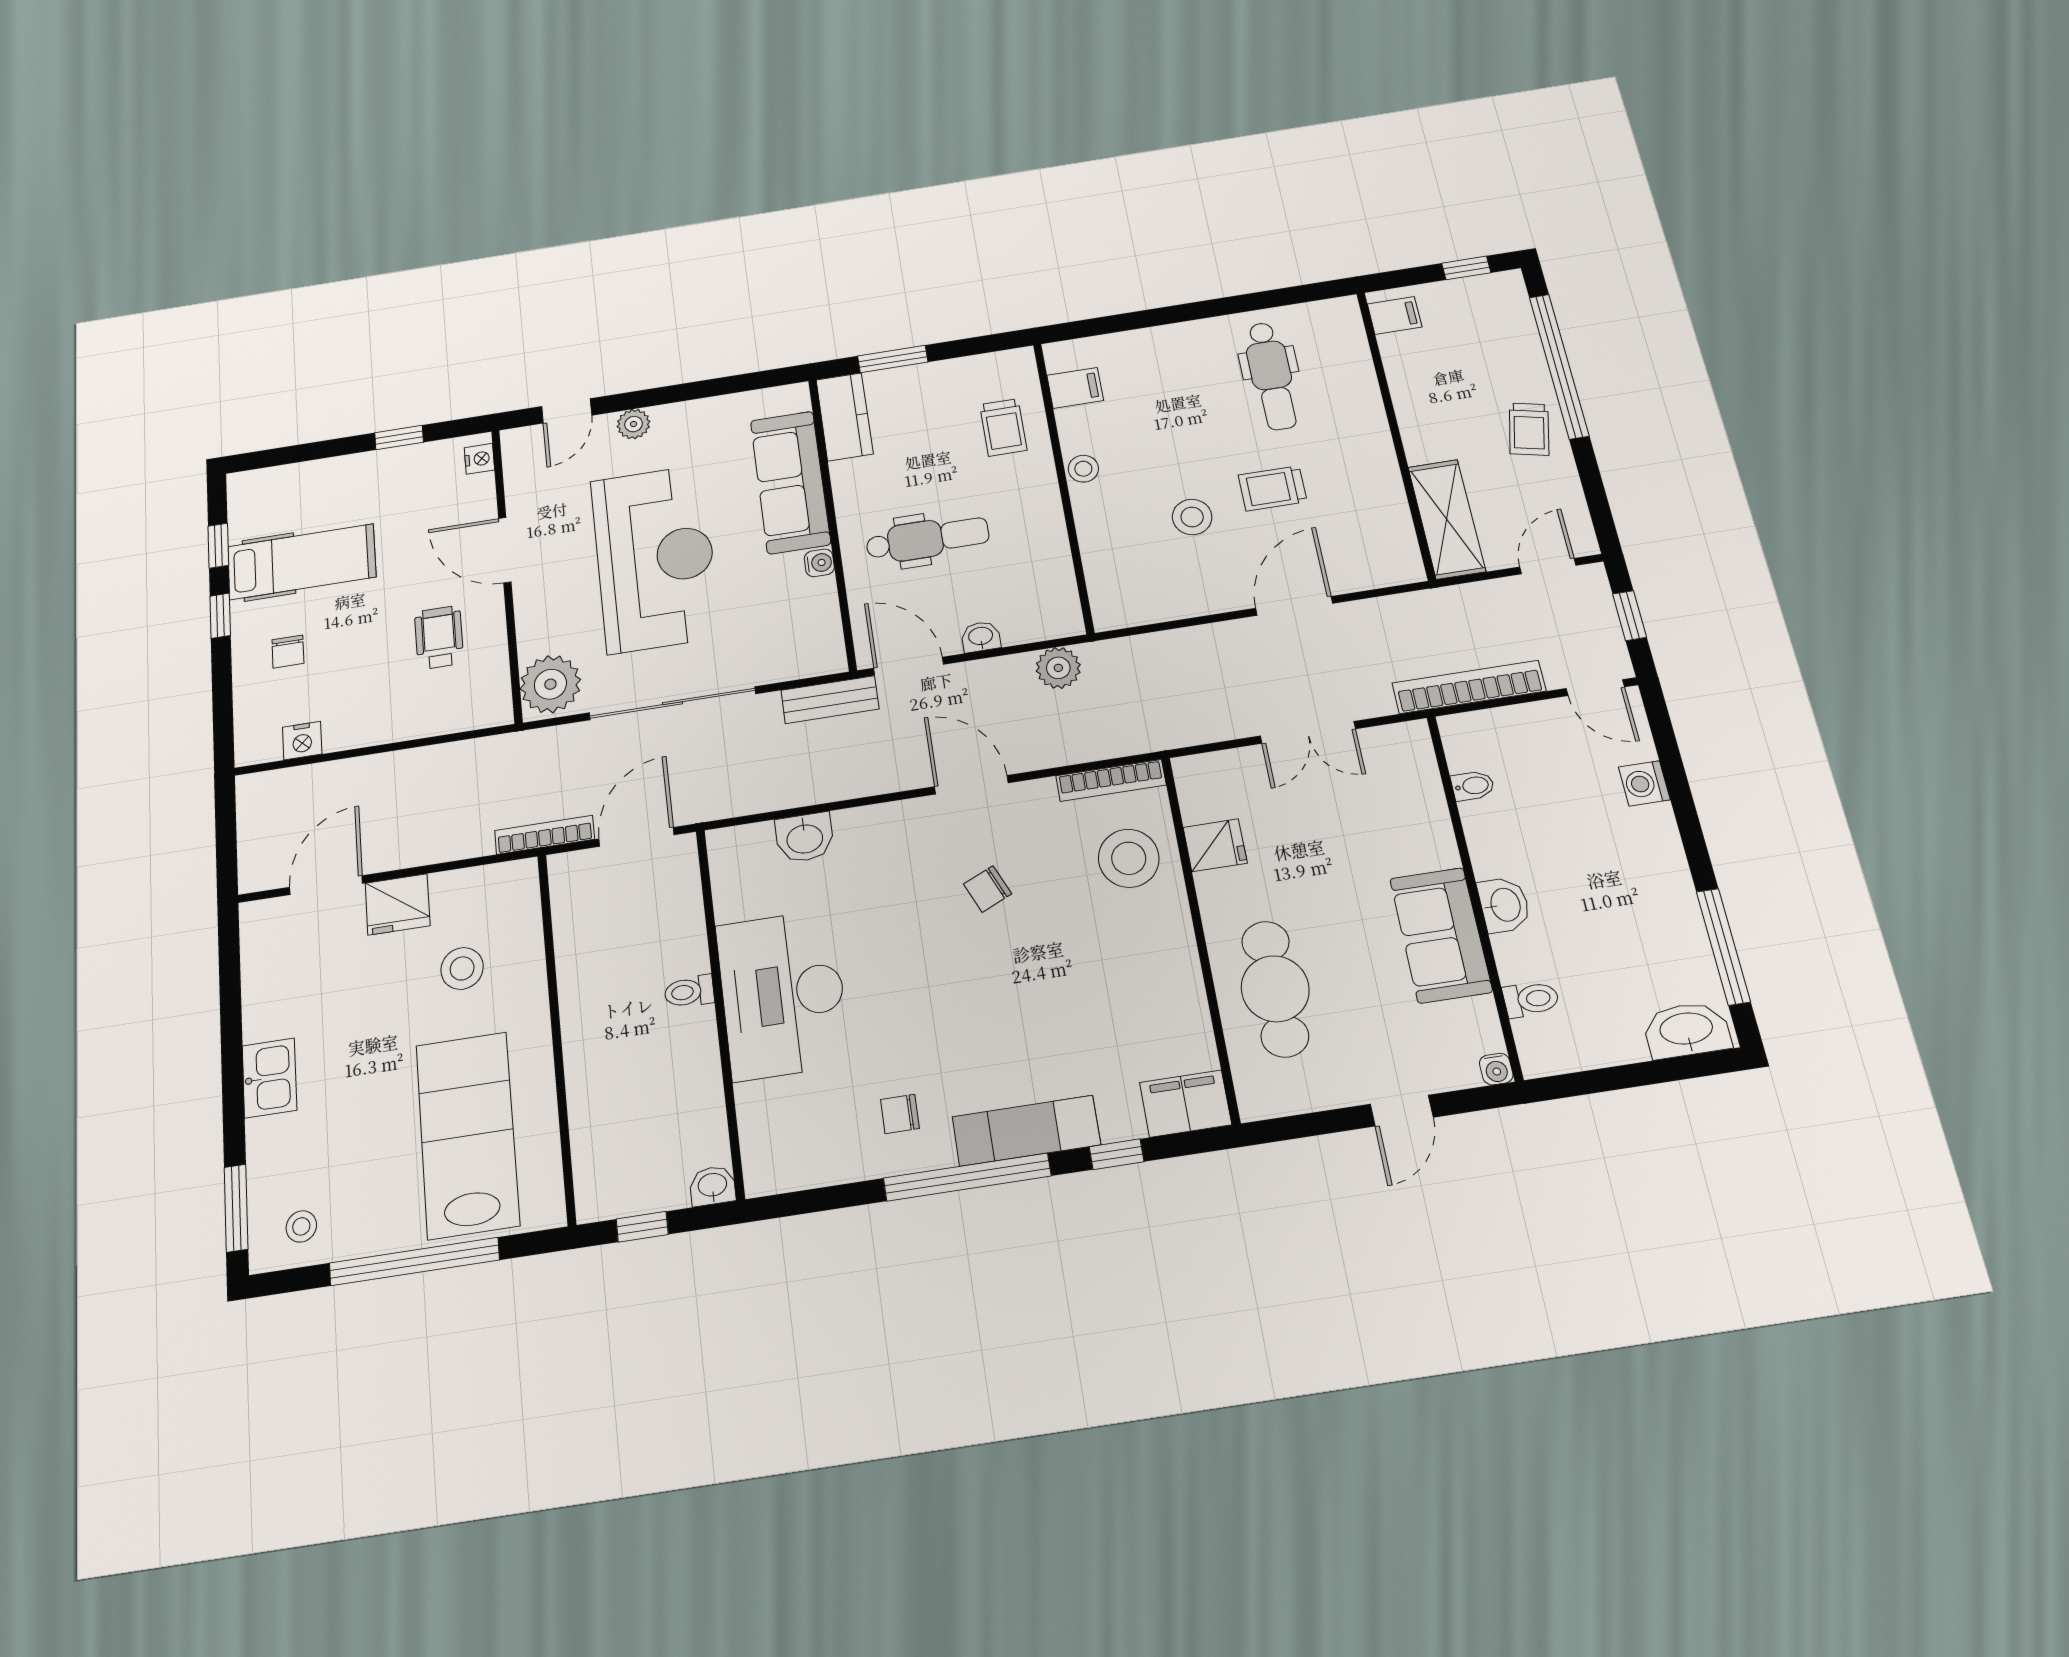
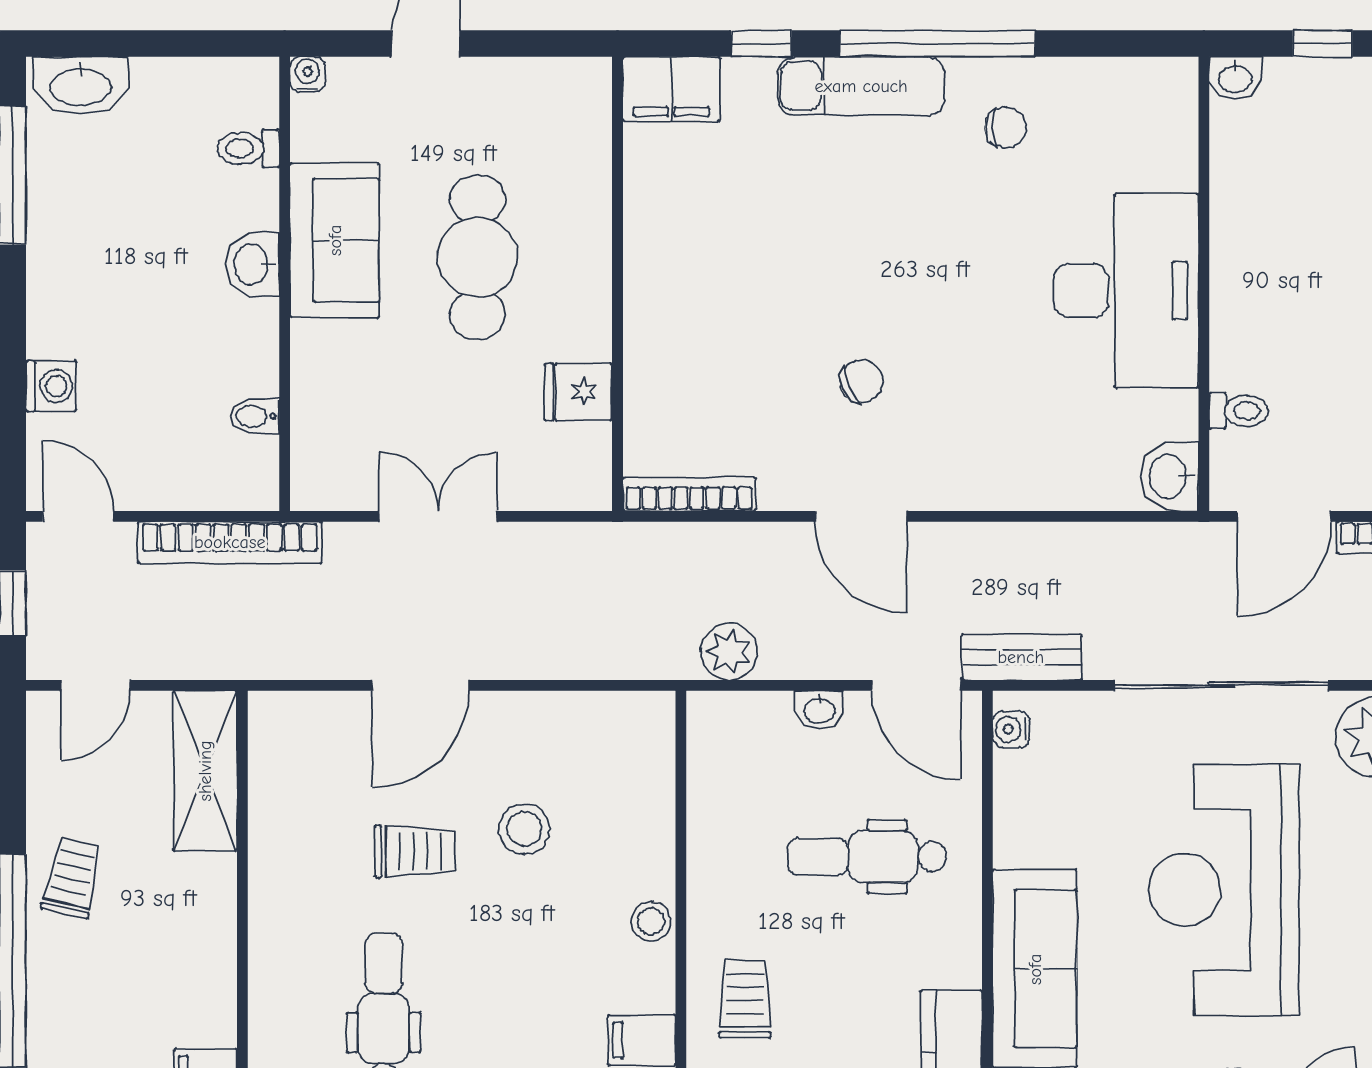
water cooler: (819, 563) -> (1011, 729), moved
washbasin: (805, 838) -> (1169, 476), moved, turned -90
stool: (1129, 858) -> (685, 392), removed
cafe table: (1275, 989) -> (477, 257), moved
toilet: (689, 992) -> (1239, 411), moved

